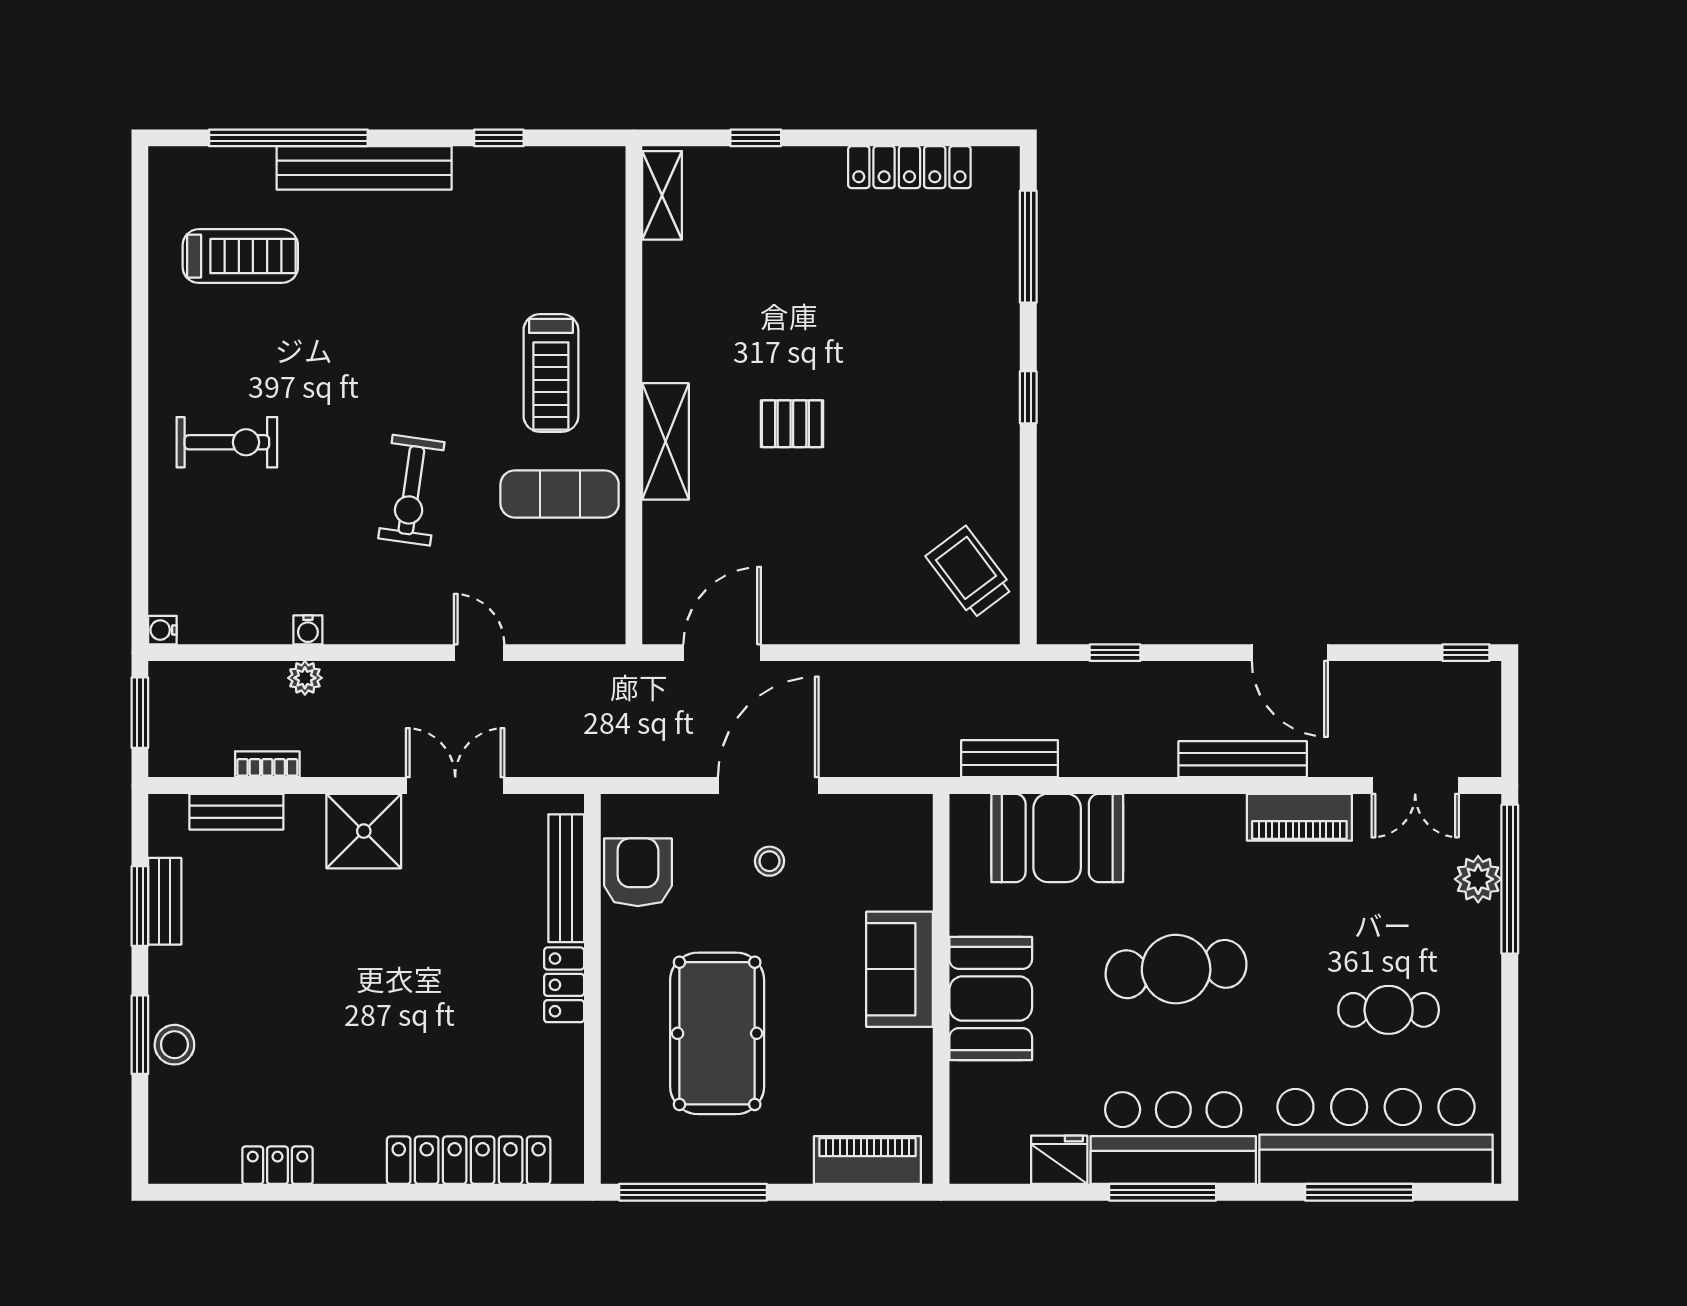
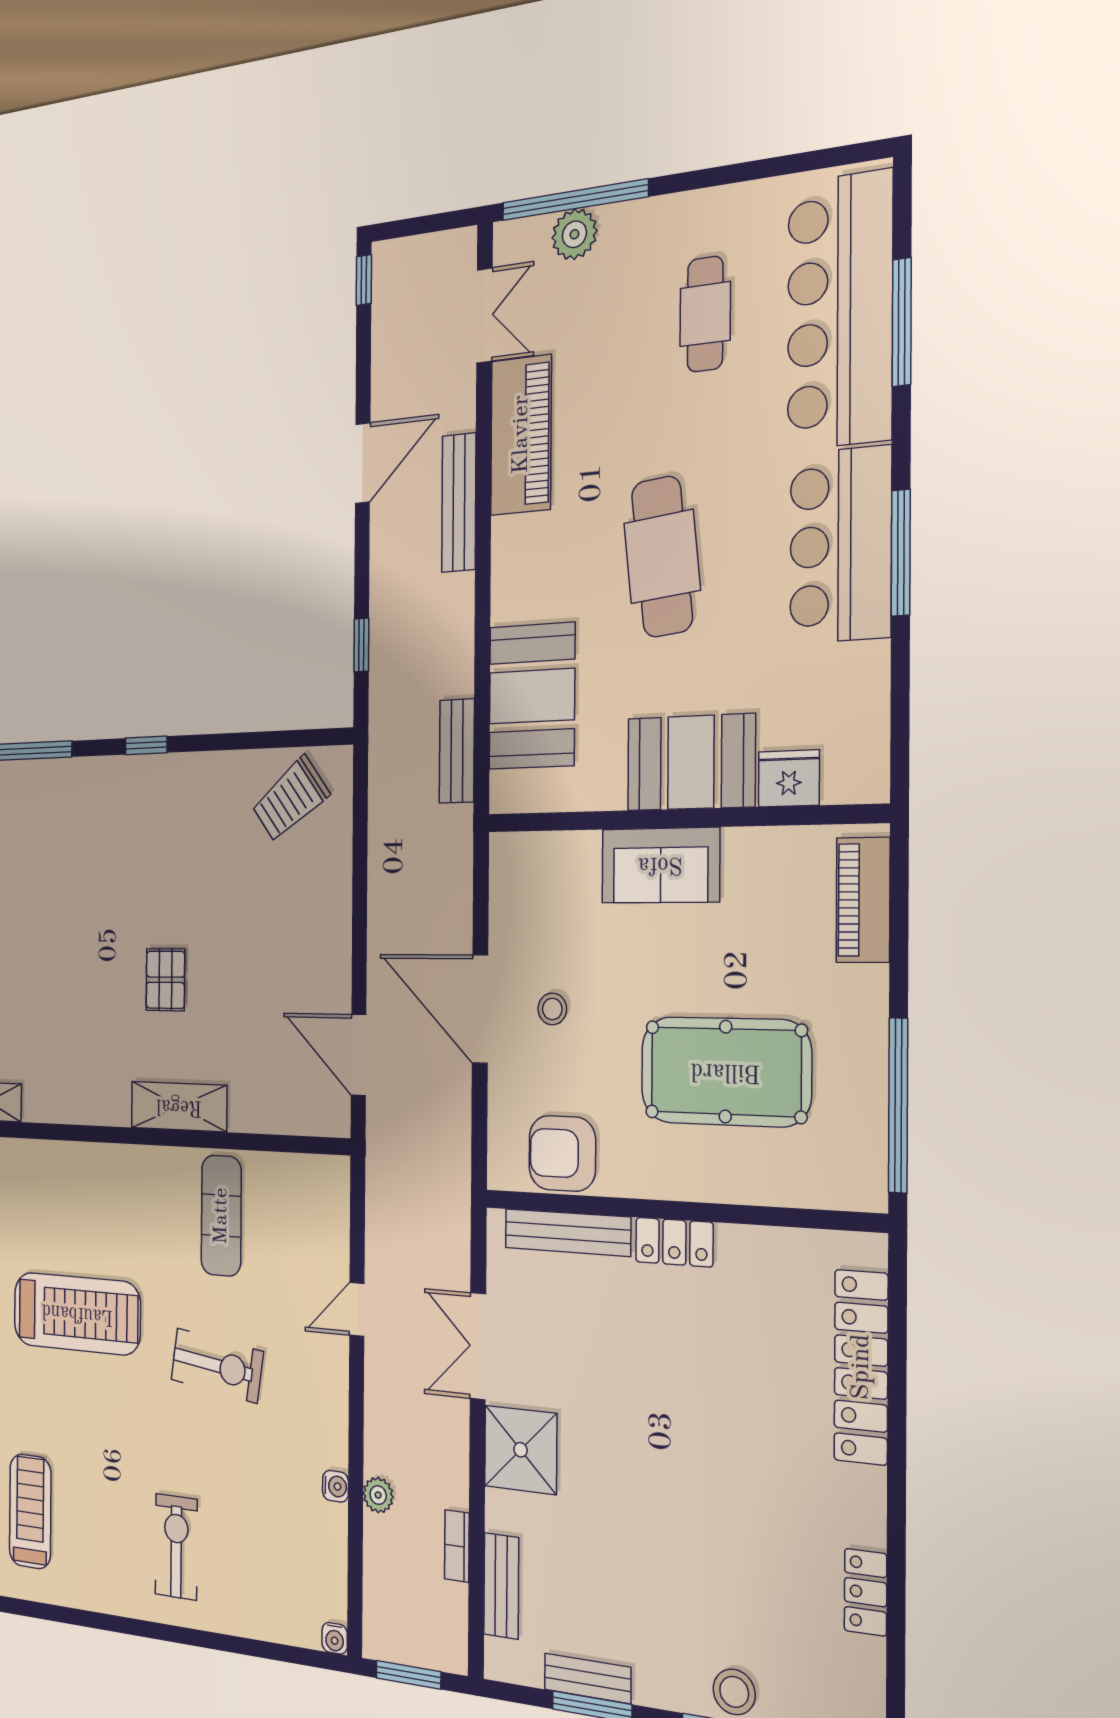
treadmill: (551, 373) -> (77, 1314), moved, width x1.37, depth x1.38
piano: (1299, 817) -> (521, 435), width x1.37, depth x1.33
fridge: (1059, 1160) -> (789, 778), moved, turned 90

